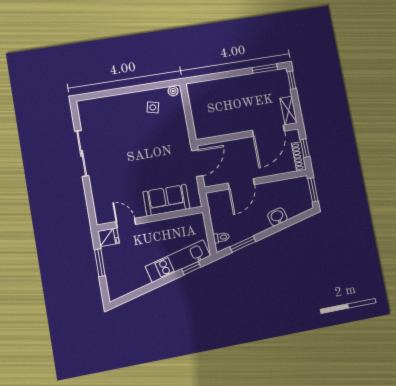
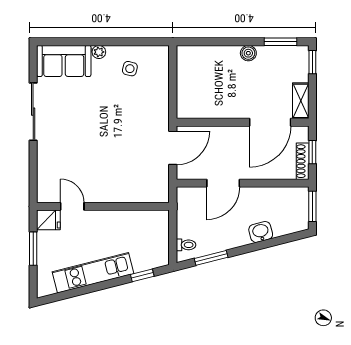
boiler: (242, 81) -> (248, 53), added
plant: (173, 91) -> (99, 52), moved
sofa: (166, 200) -> (64, 61), moved, turned 180
kitchen unit: (178, 261) -> (93, 273), moved

